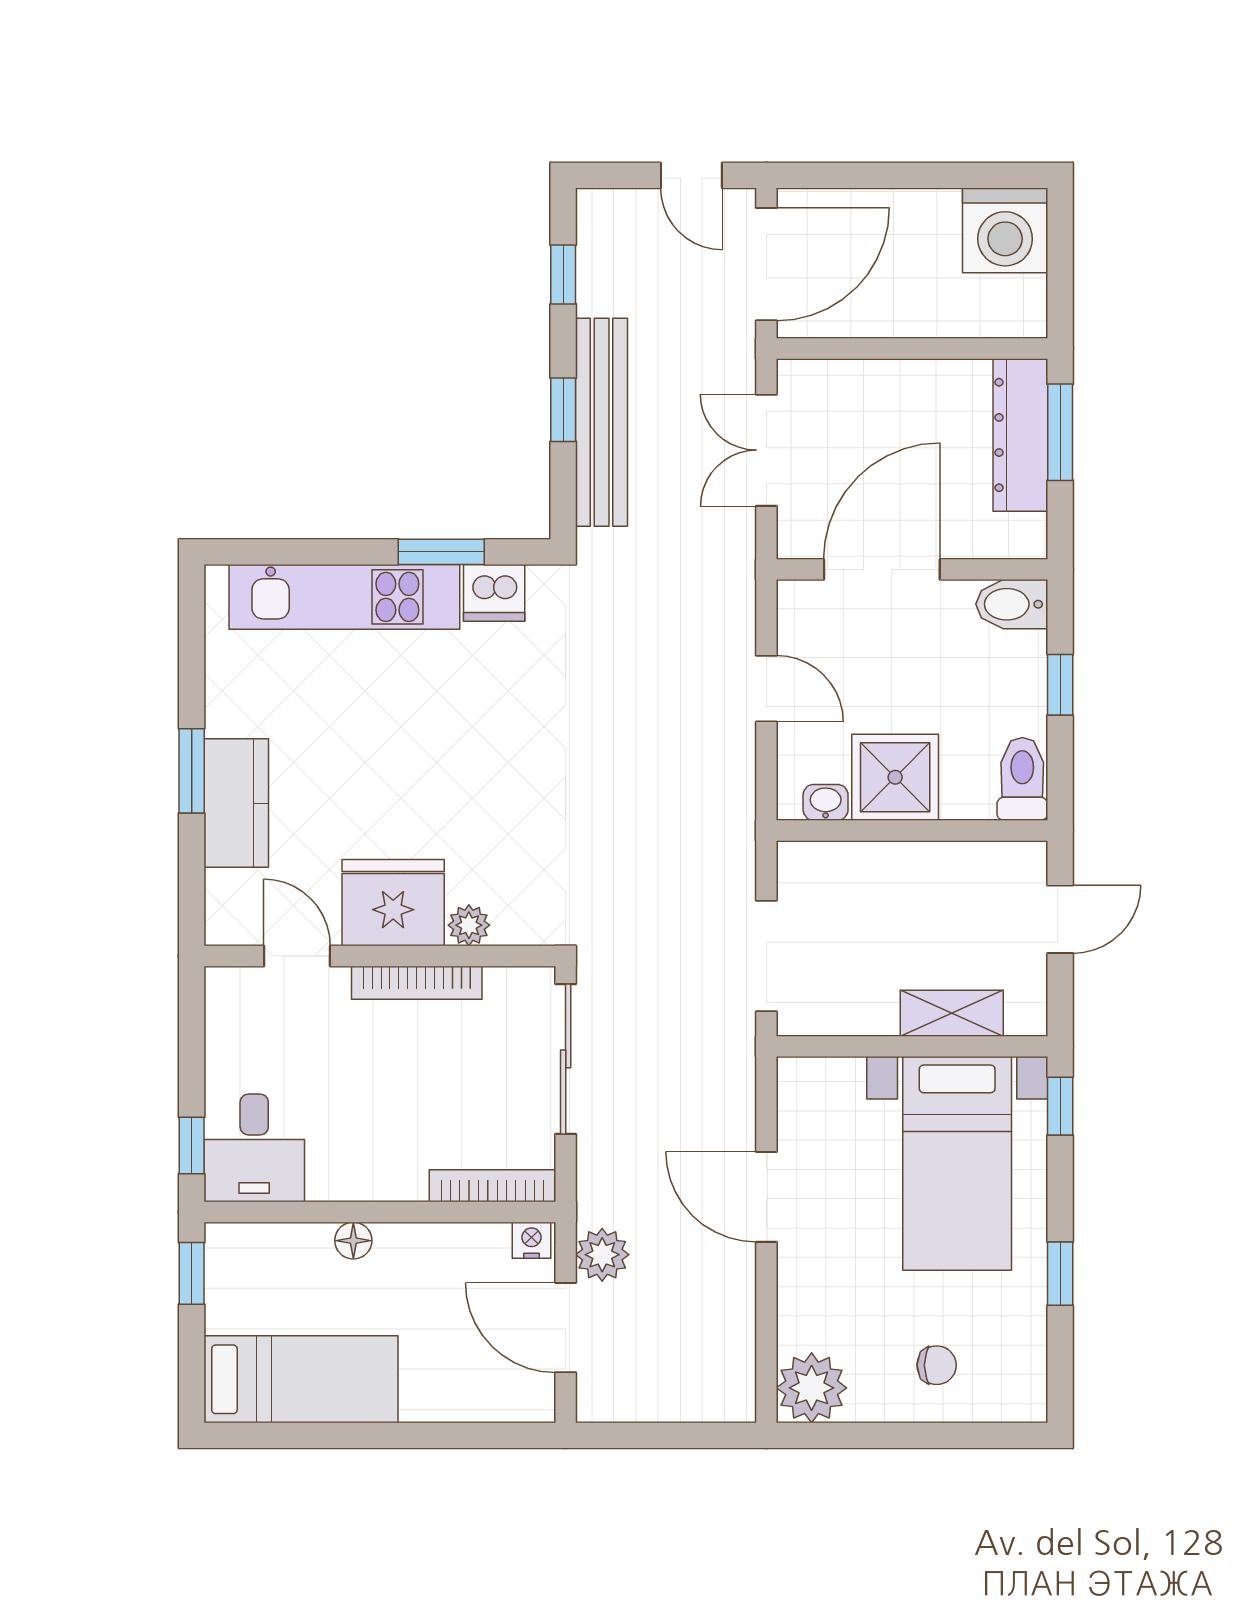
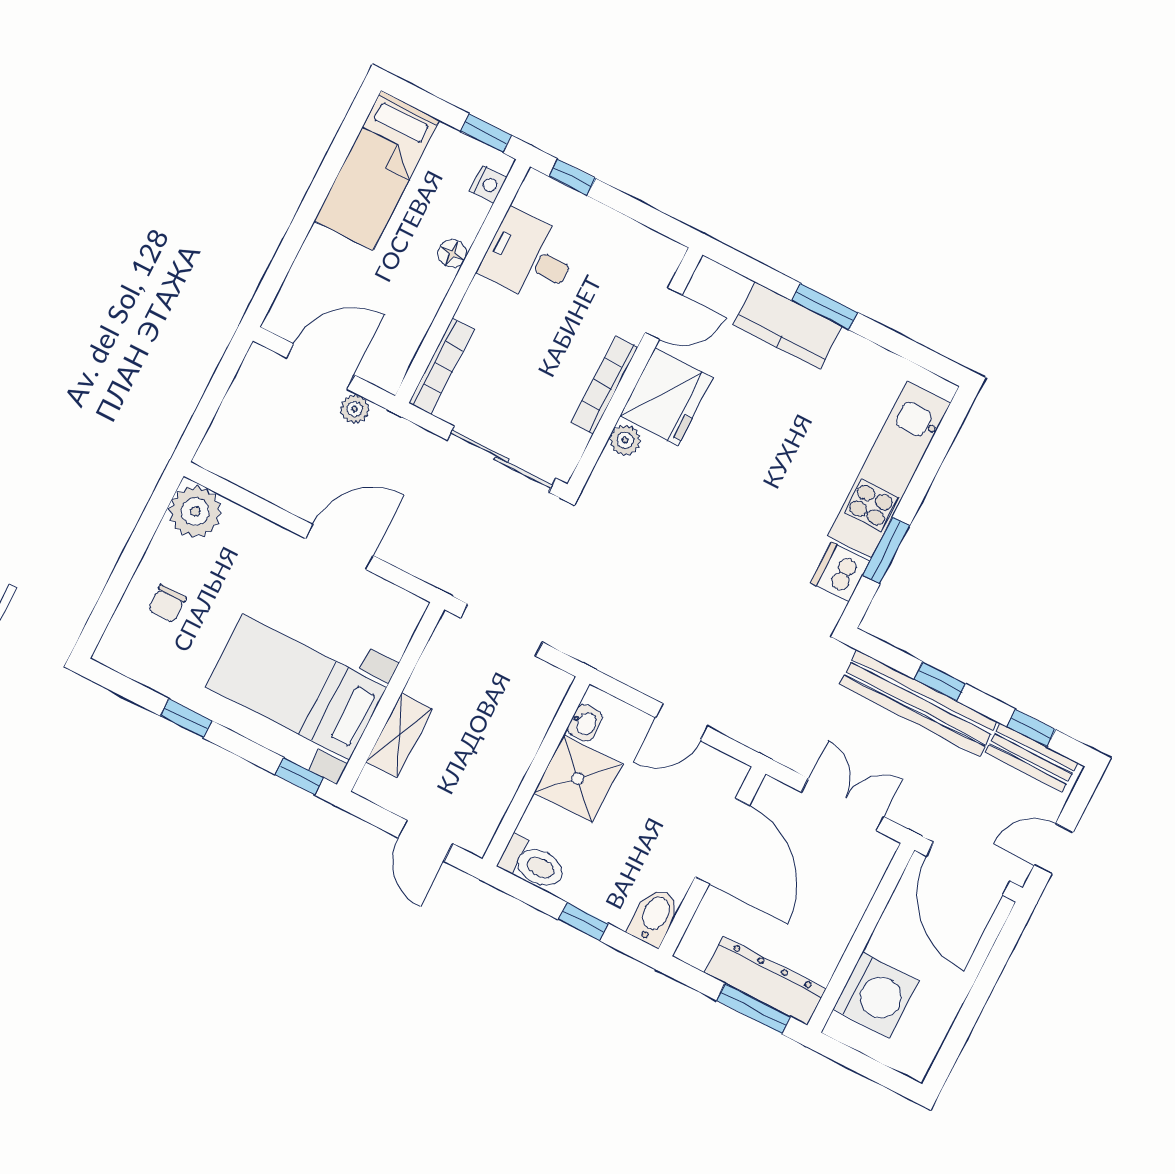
washing machine: (1005, 230) -> (876, 995), moved, turned 180
bench: (598, 256) -> (1031, 758), added
desk: (254, 1148) -> (529, 257), moved
nightstand: (531, 1240) -> (488, 184), moved
plant: (602, 1255) -> (355, 409), width x0.73, depth x0.73

